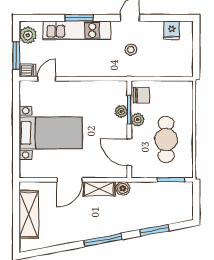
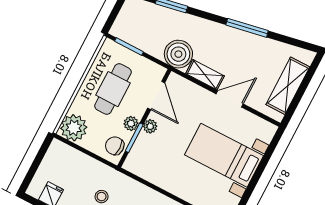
plant: (181, 93) -> (74, 128), added
plant: (121, 111) -> (150, 126), moved
boiler: (123, 188) -> (178, 54), width x1.86, depth x1.86
window: (103, 240) -> (247, 28), moved

